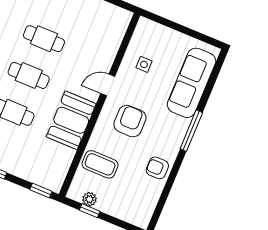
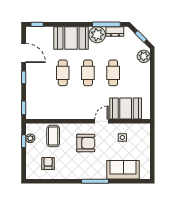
sofa: (192, 83) -> (123, 170), width x0.73
door: (108, 85) -> (102, 121), hinge flipped
booth: (71, 120) -> (126, 108), moved
armchair: (157, 168) -> (48, 163), moved

